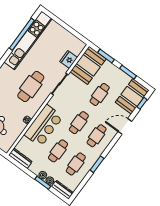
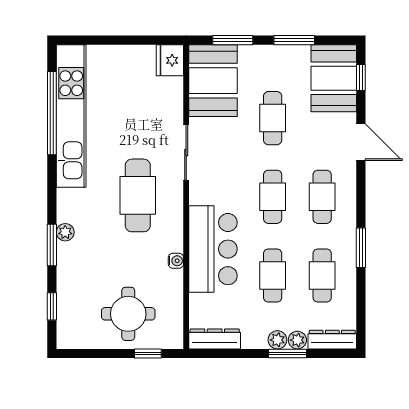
fridge: (69, 60) -> (170, 60), moved
door: (125, 126) -> (361, 142), swing flipped

